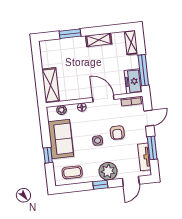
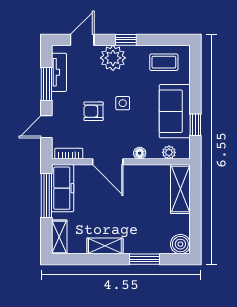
boiler: (46, 47) -> (180, 244), added
freezer: (133, 81) -> (63, 188), width x1.40
armchair: (117, 133) -> (94, 111), turned -90
window: (48, 155) -> (195, 125), moved

